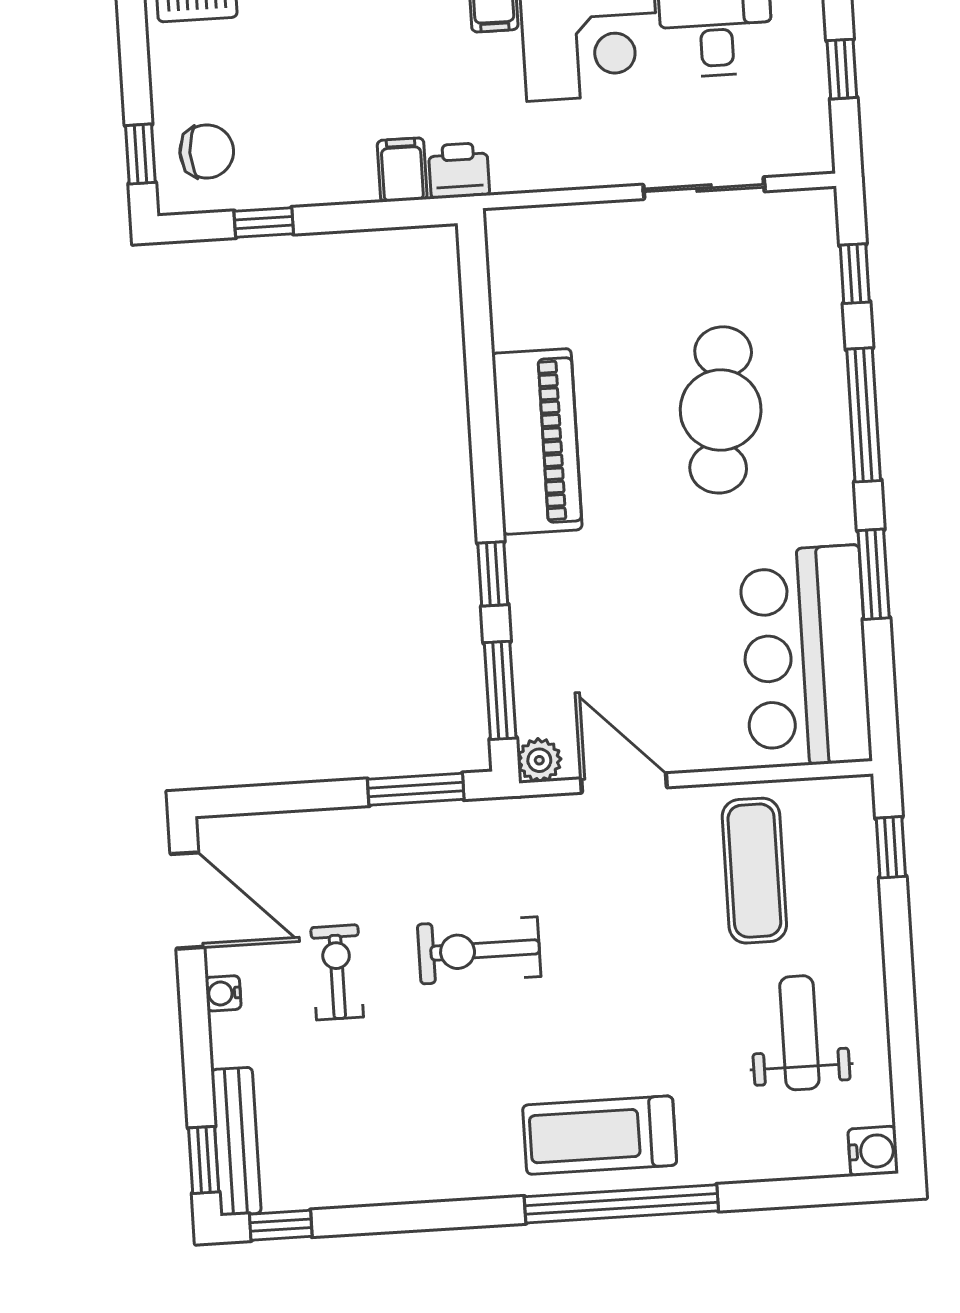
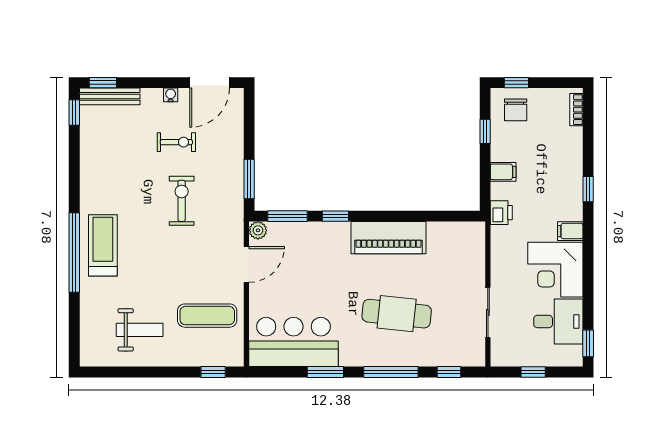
filing cabinet: (402, 170) -> (503, 172), moved
water cooler: (873, 1151) -> (89, 357), removed

